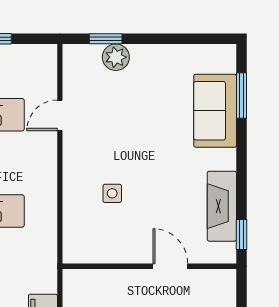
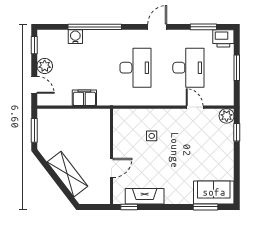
plant: (116, 57) -> (227, 116), moved
sofa: (215, 111) -> (214, 192), moved

